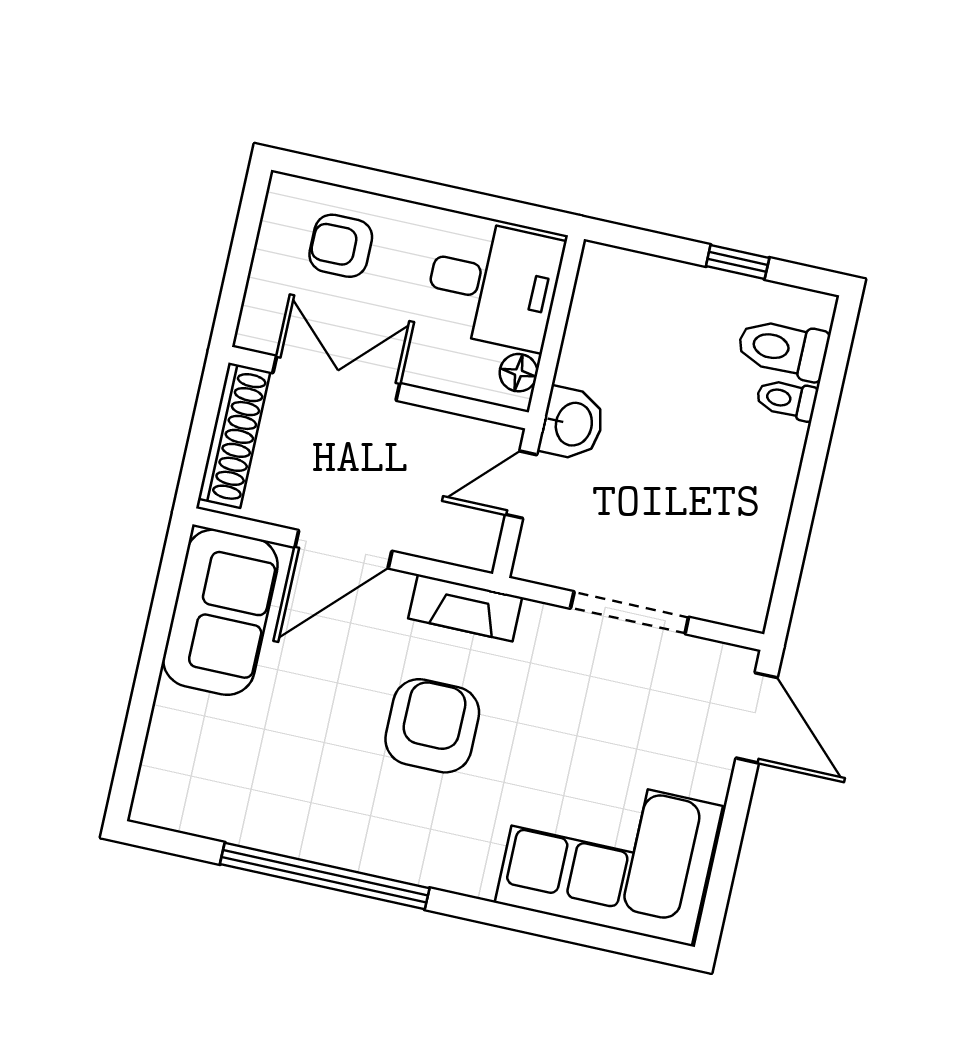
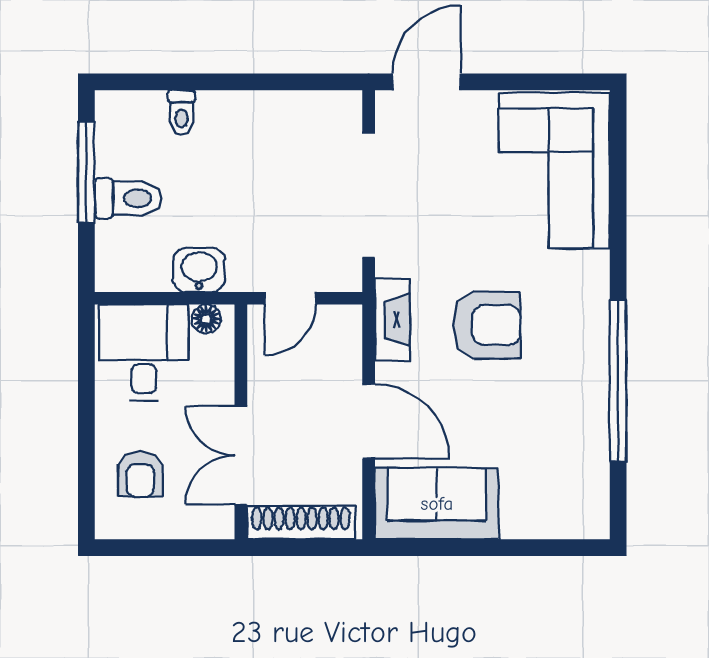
window: (738, 262) -> (86, 172), width x2.17
toilet: (783, 349) -> (128, 198), moved, turned -90
washbasin: (572, 424) -> (199, 270), moved
door: (521, 485) -> (290, 298), hinge flipped
doorway: (630, 613) -> (369, 195), width x1.36
armchair: (432, 726) -> (487, 325), turned 180

